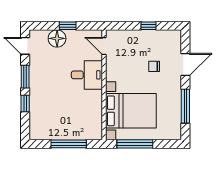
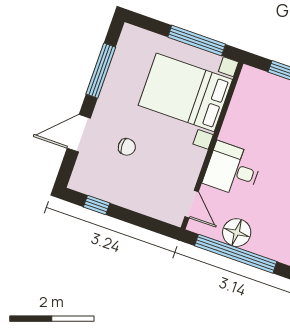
window: (68, 26) -> (236, 254), width x3.17
window: (149, 26) -> (97, 205), moved
floor lamp: (57, 38) -> (237, 233), moved

